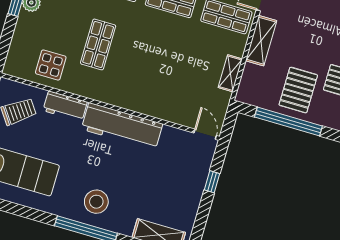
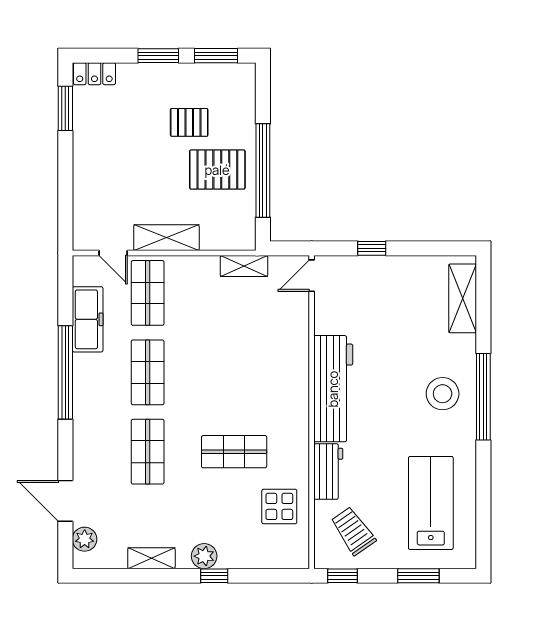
shelving: (230, 73) -> (244, 266), moved

